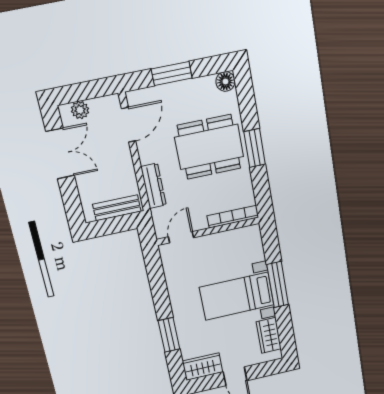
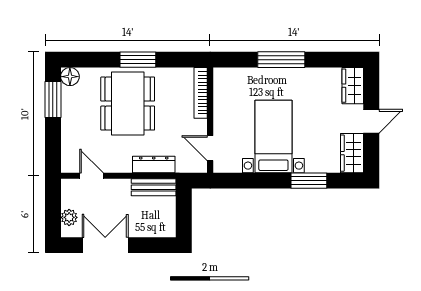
window: (172, 74) -> (53, 100), moved
door: (129, 125) -> (92, 176), width x0.73
bench: (117, 208) -> (154, 187), moved, turned 90
bed with nightstands: (237, 296) -> (273, 137), moved, turned 180
wardrobe: (269, 335) -> (353, 86), moved, turned 90

